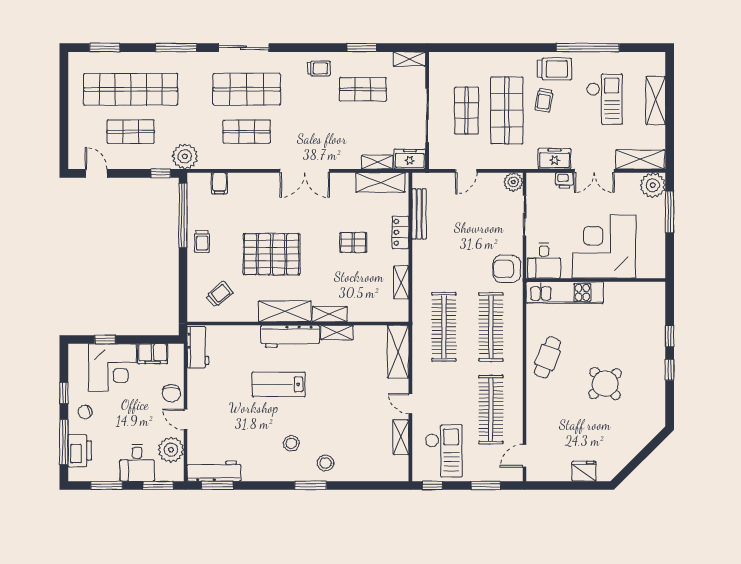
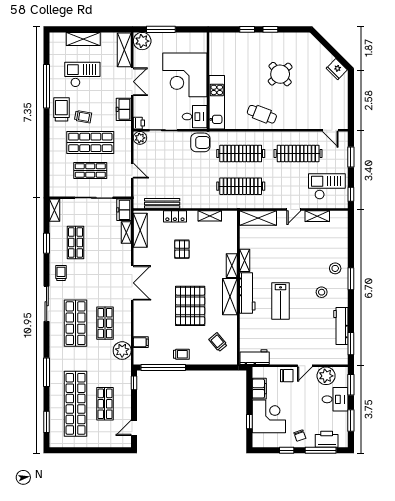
sliding door: (244, 48) -> (47, 304), moved
plant: (185, 156) -> (122, 351), moved
printer: (564, 180) -> (139, 123), moved
armchair: (507, 269) -> (200, 142), turned -90
workbench: (214, 471) -> (341, 326), moved
fridge: (584, 471) -> (337, 69), moved, turned -45

